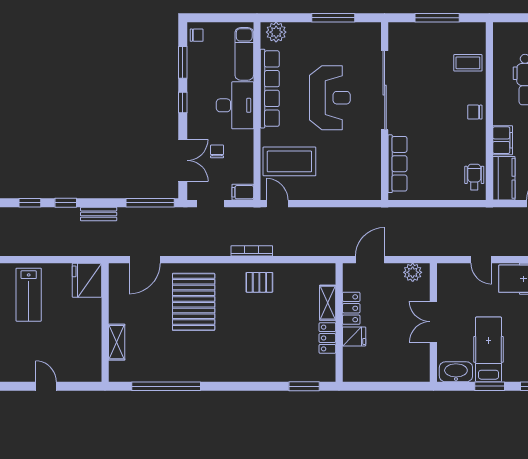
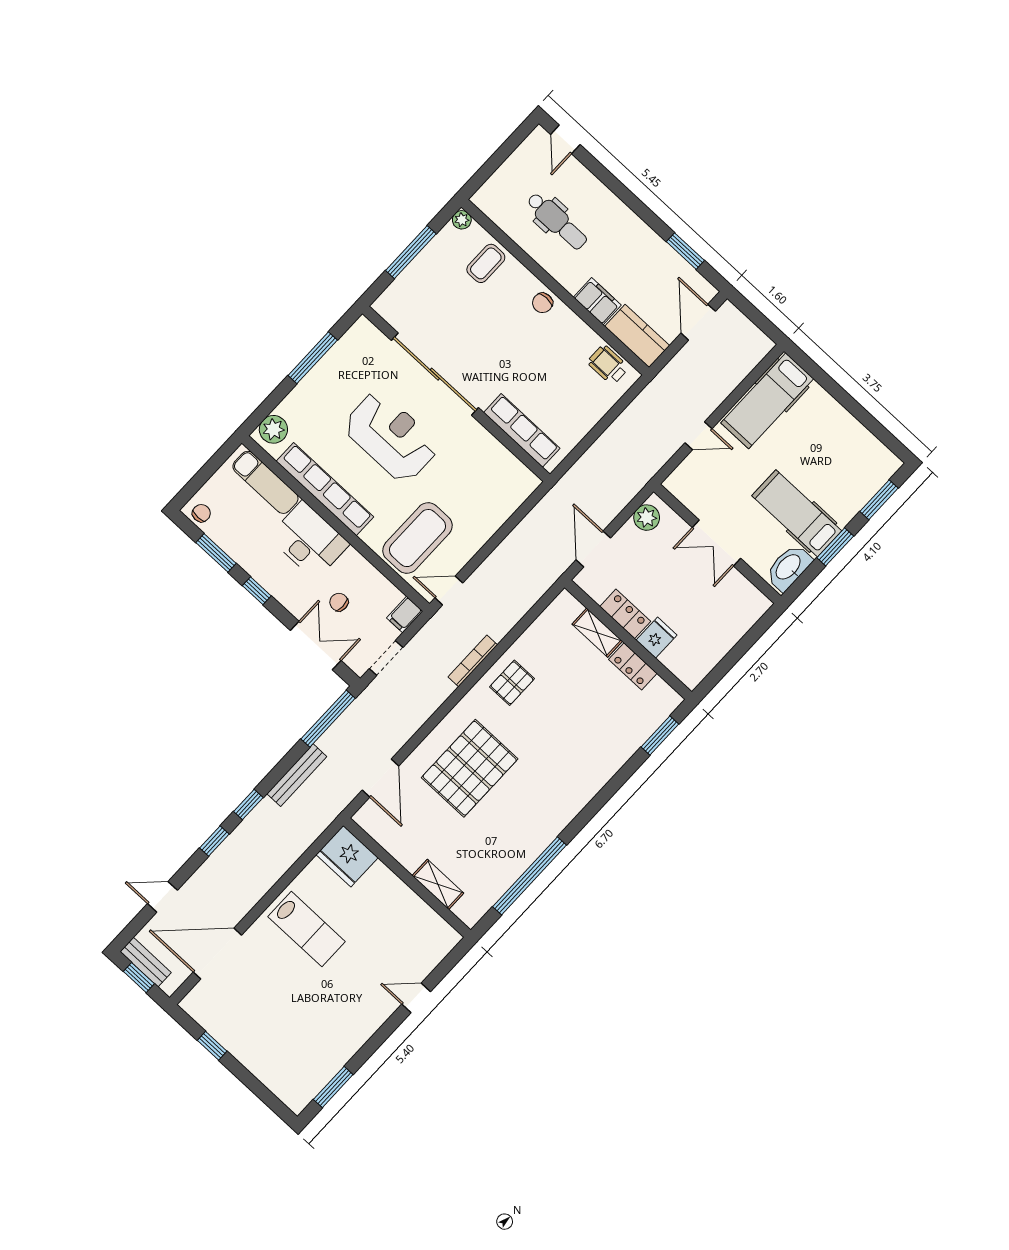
plant: (479, 29) -> (462, 220), added
bench: (99, 214) -> (297, 775), width x1.36
pallet: (194, 302) -> (470, 768), turned 90

